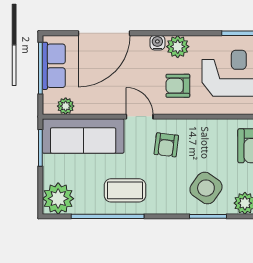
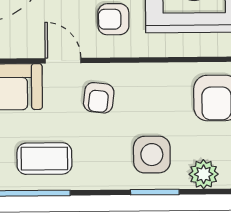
side table: (206, 188) -> (152, 155), turned -35

